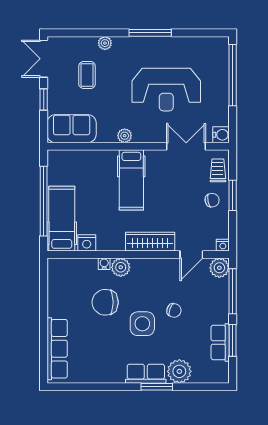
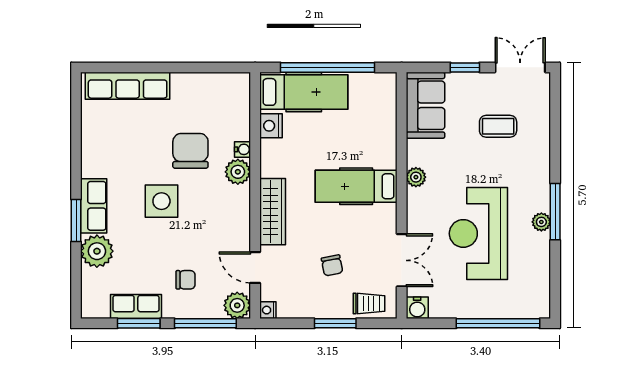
plant: (105, 43) -> (541, 222), moved
chair: (212, 200) -> (332, 265), moved
chair: (174, 310) -> (186, 280), moved, turned -109

